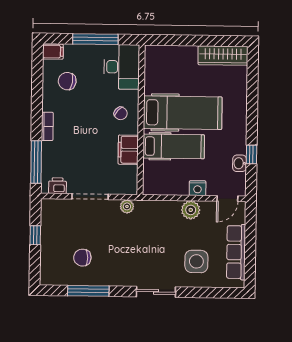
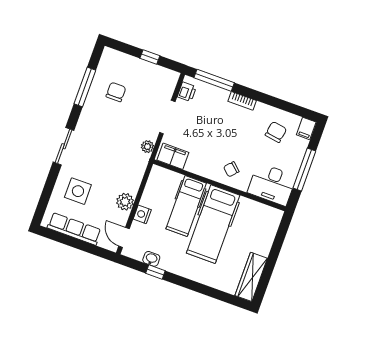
filing cabinet: (128, 150) -> (173, 156), moved

